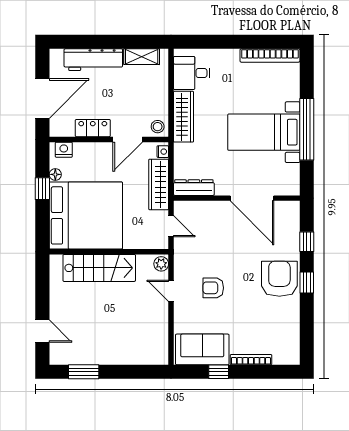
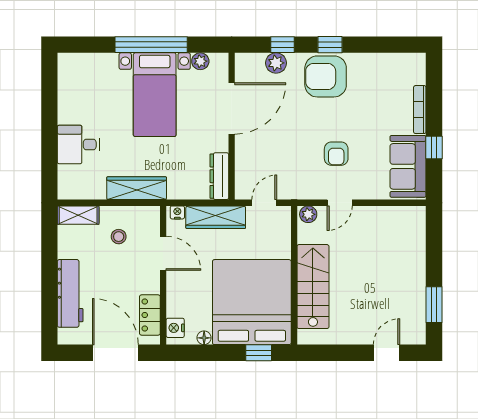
bookcase: (270, 55) -> (65, 87), removed
shelving: (142, 57) -> (78, 215), moved, turned 90
desk: (192, 73) -> (78, 145), moved, turned 90
stool: (158, 127) -> (119, 237), moved
locker: (93, 128) -> (150, 315), moved
plant: (292, 171) -> (200, 61), added
window: (42, 189) -> (259, 353), moved
plant: (291, 236) -> (276, 63), added

